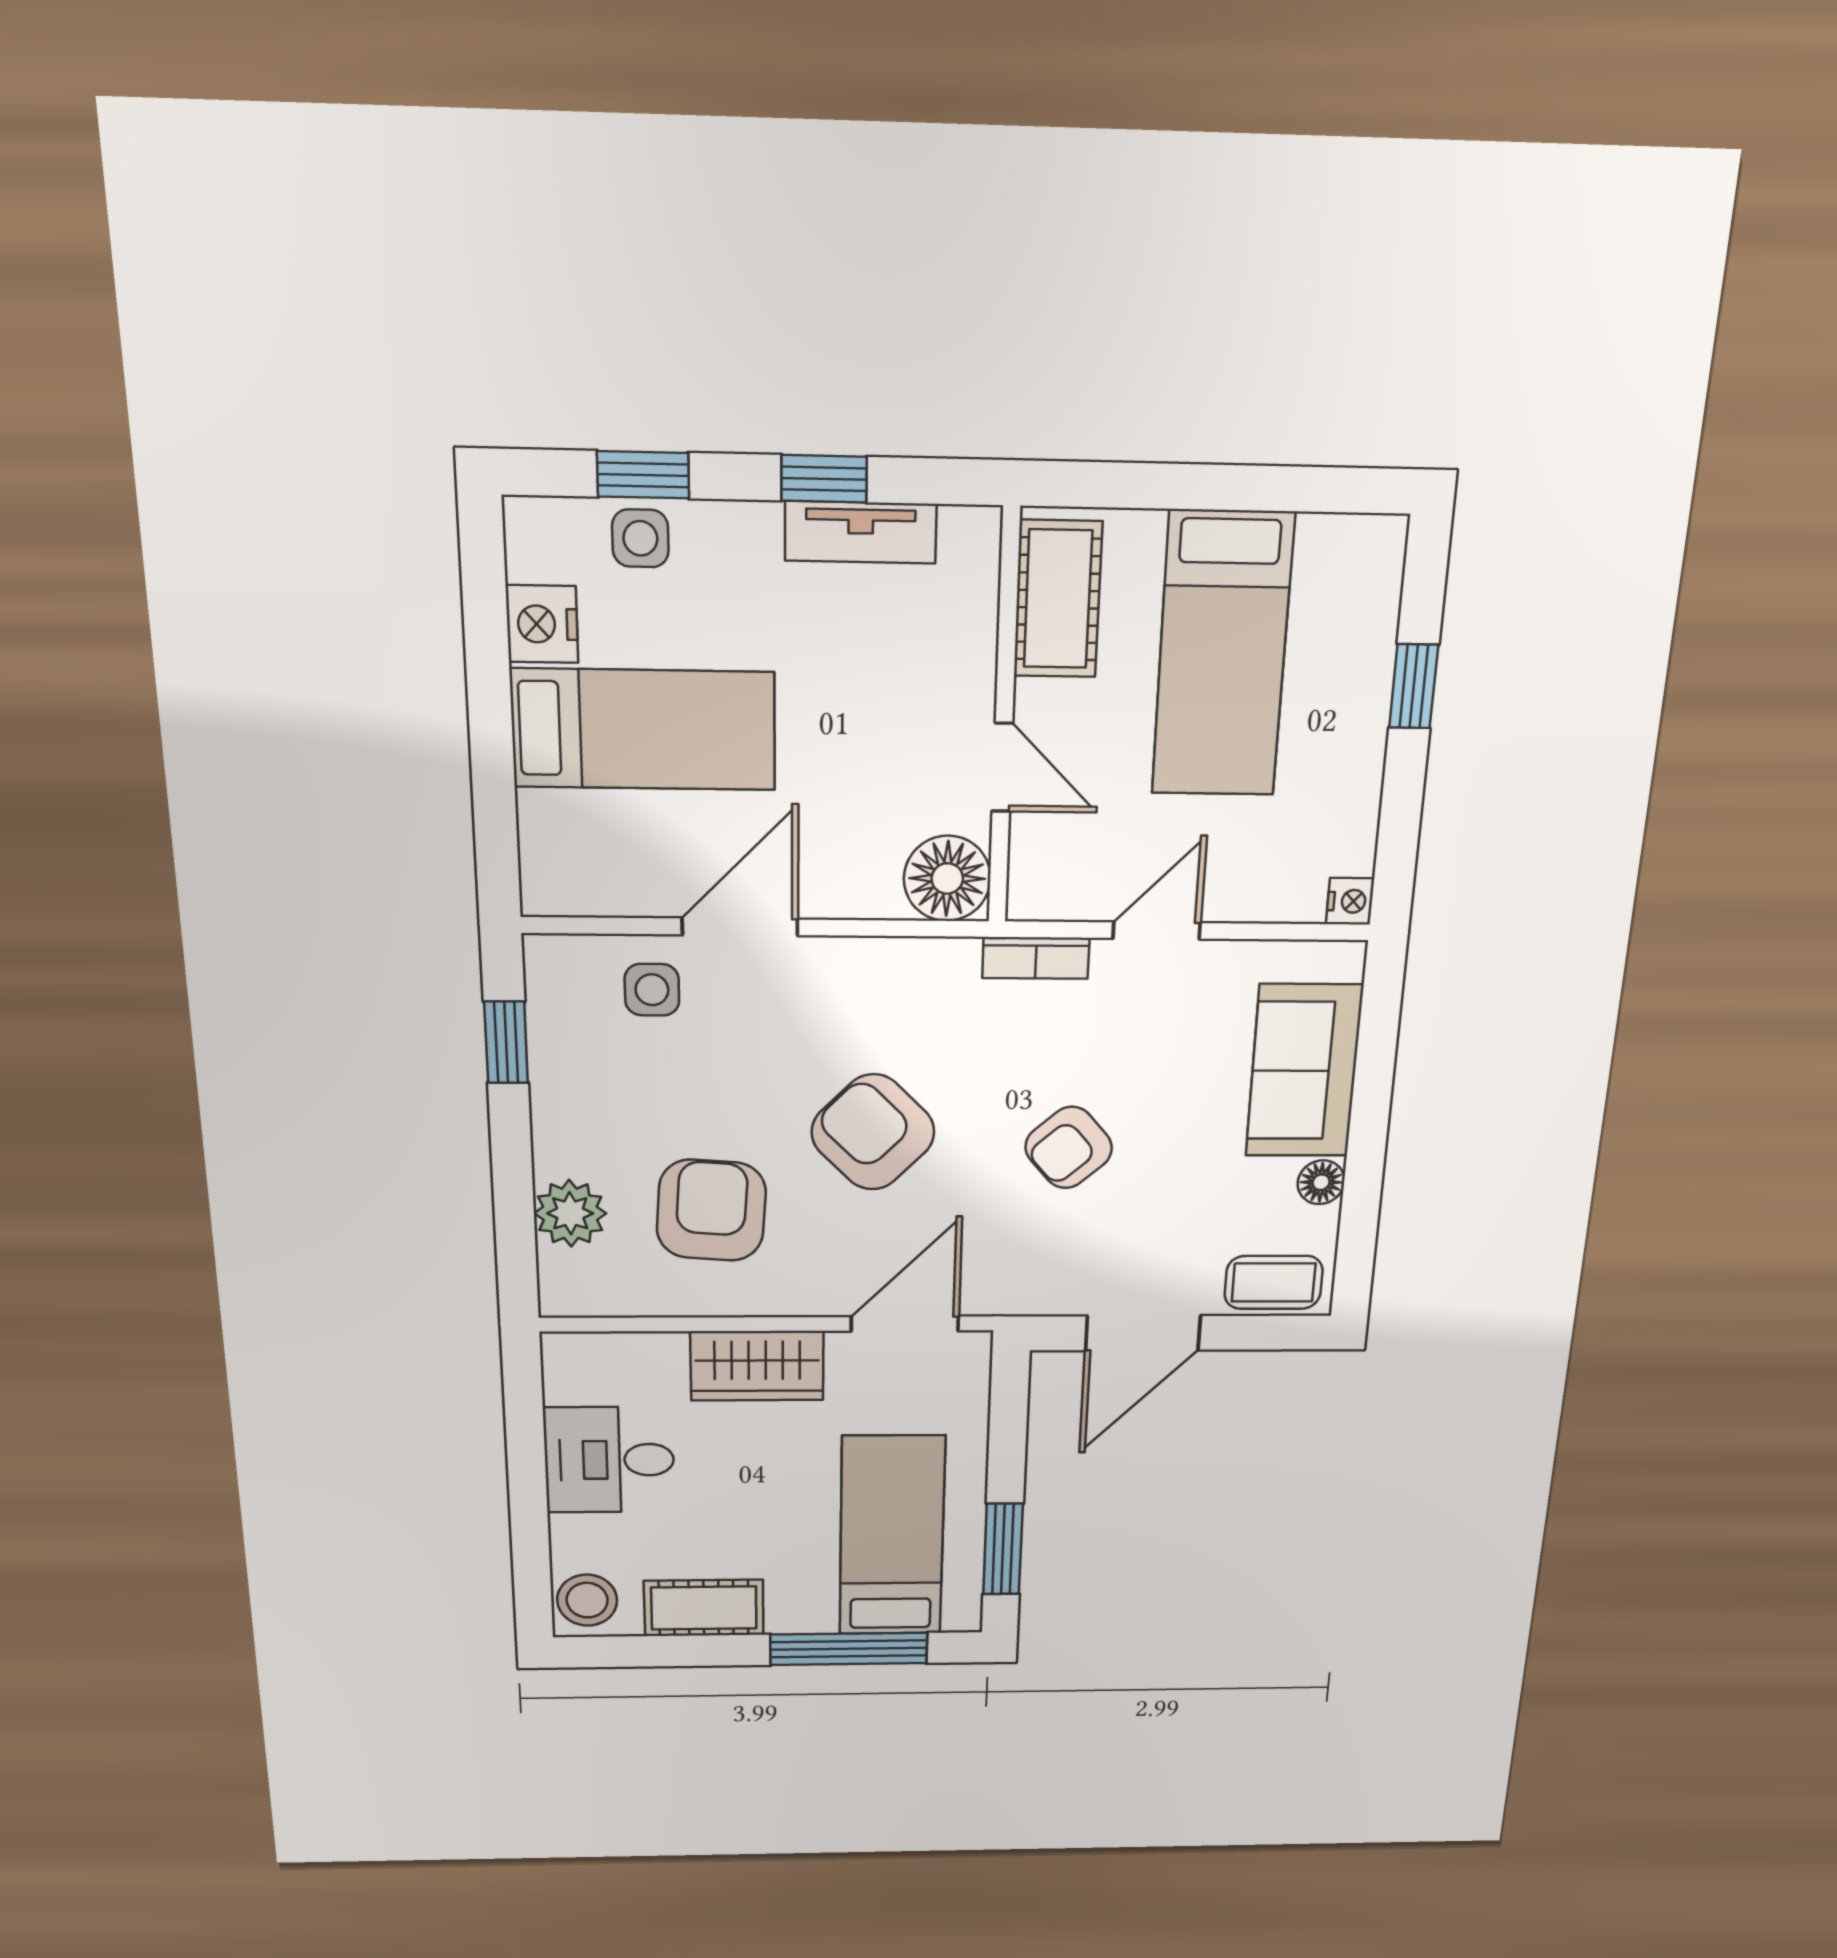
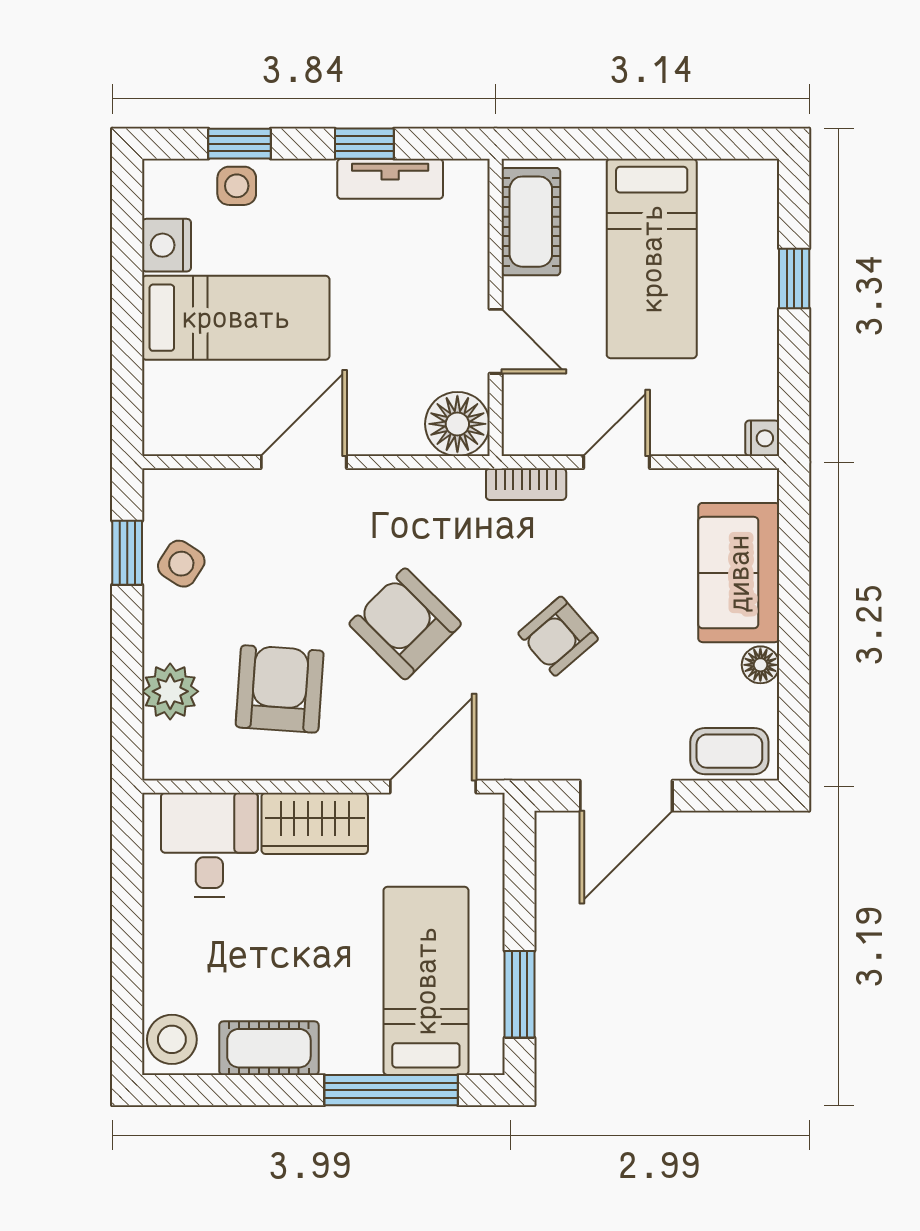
side table: (652, 990) -> (181, 564), moved, turned 33
desk: (609, 1460) -> (209, 845), moved, turned 90

